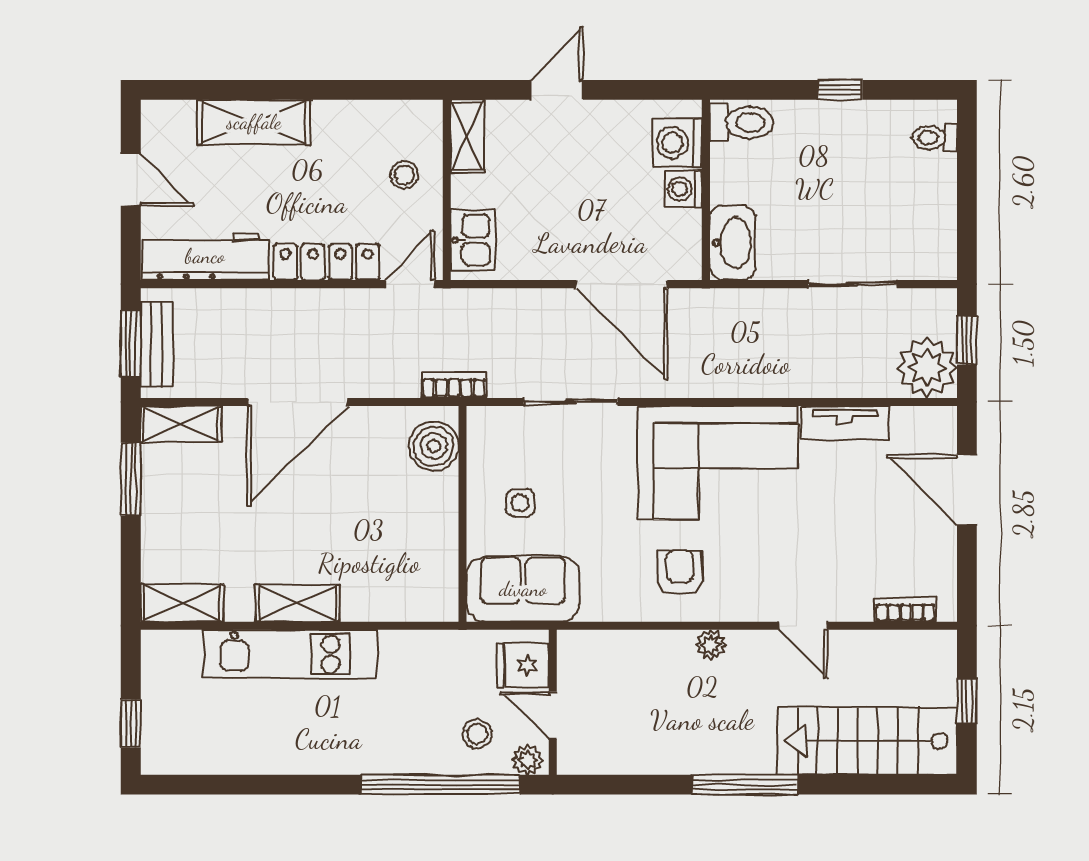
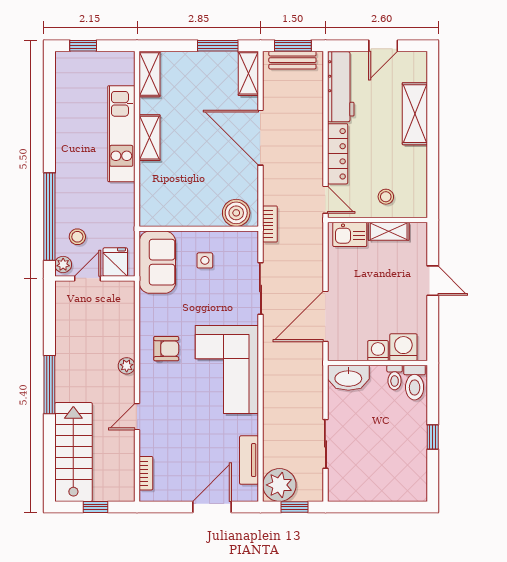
shelving: (467, 136) -> (389, 231), moved
toilet: (935, 138) -> (395, 378), moved, turned 180
tv unit: (845, 423) -> (249, 460), moved

